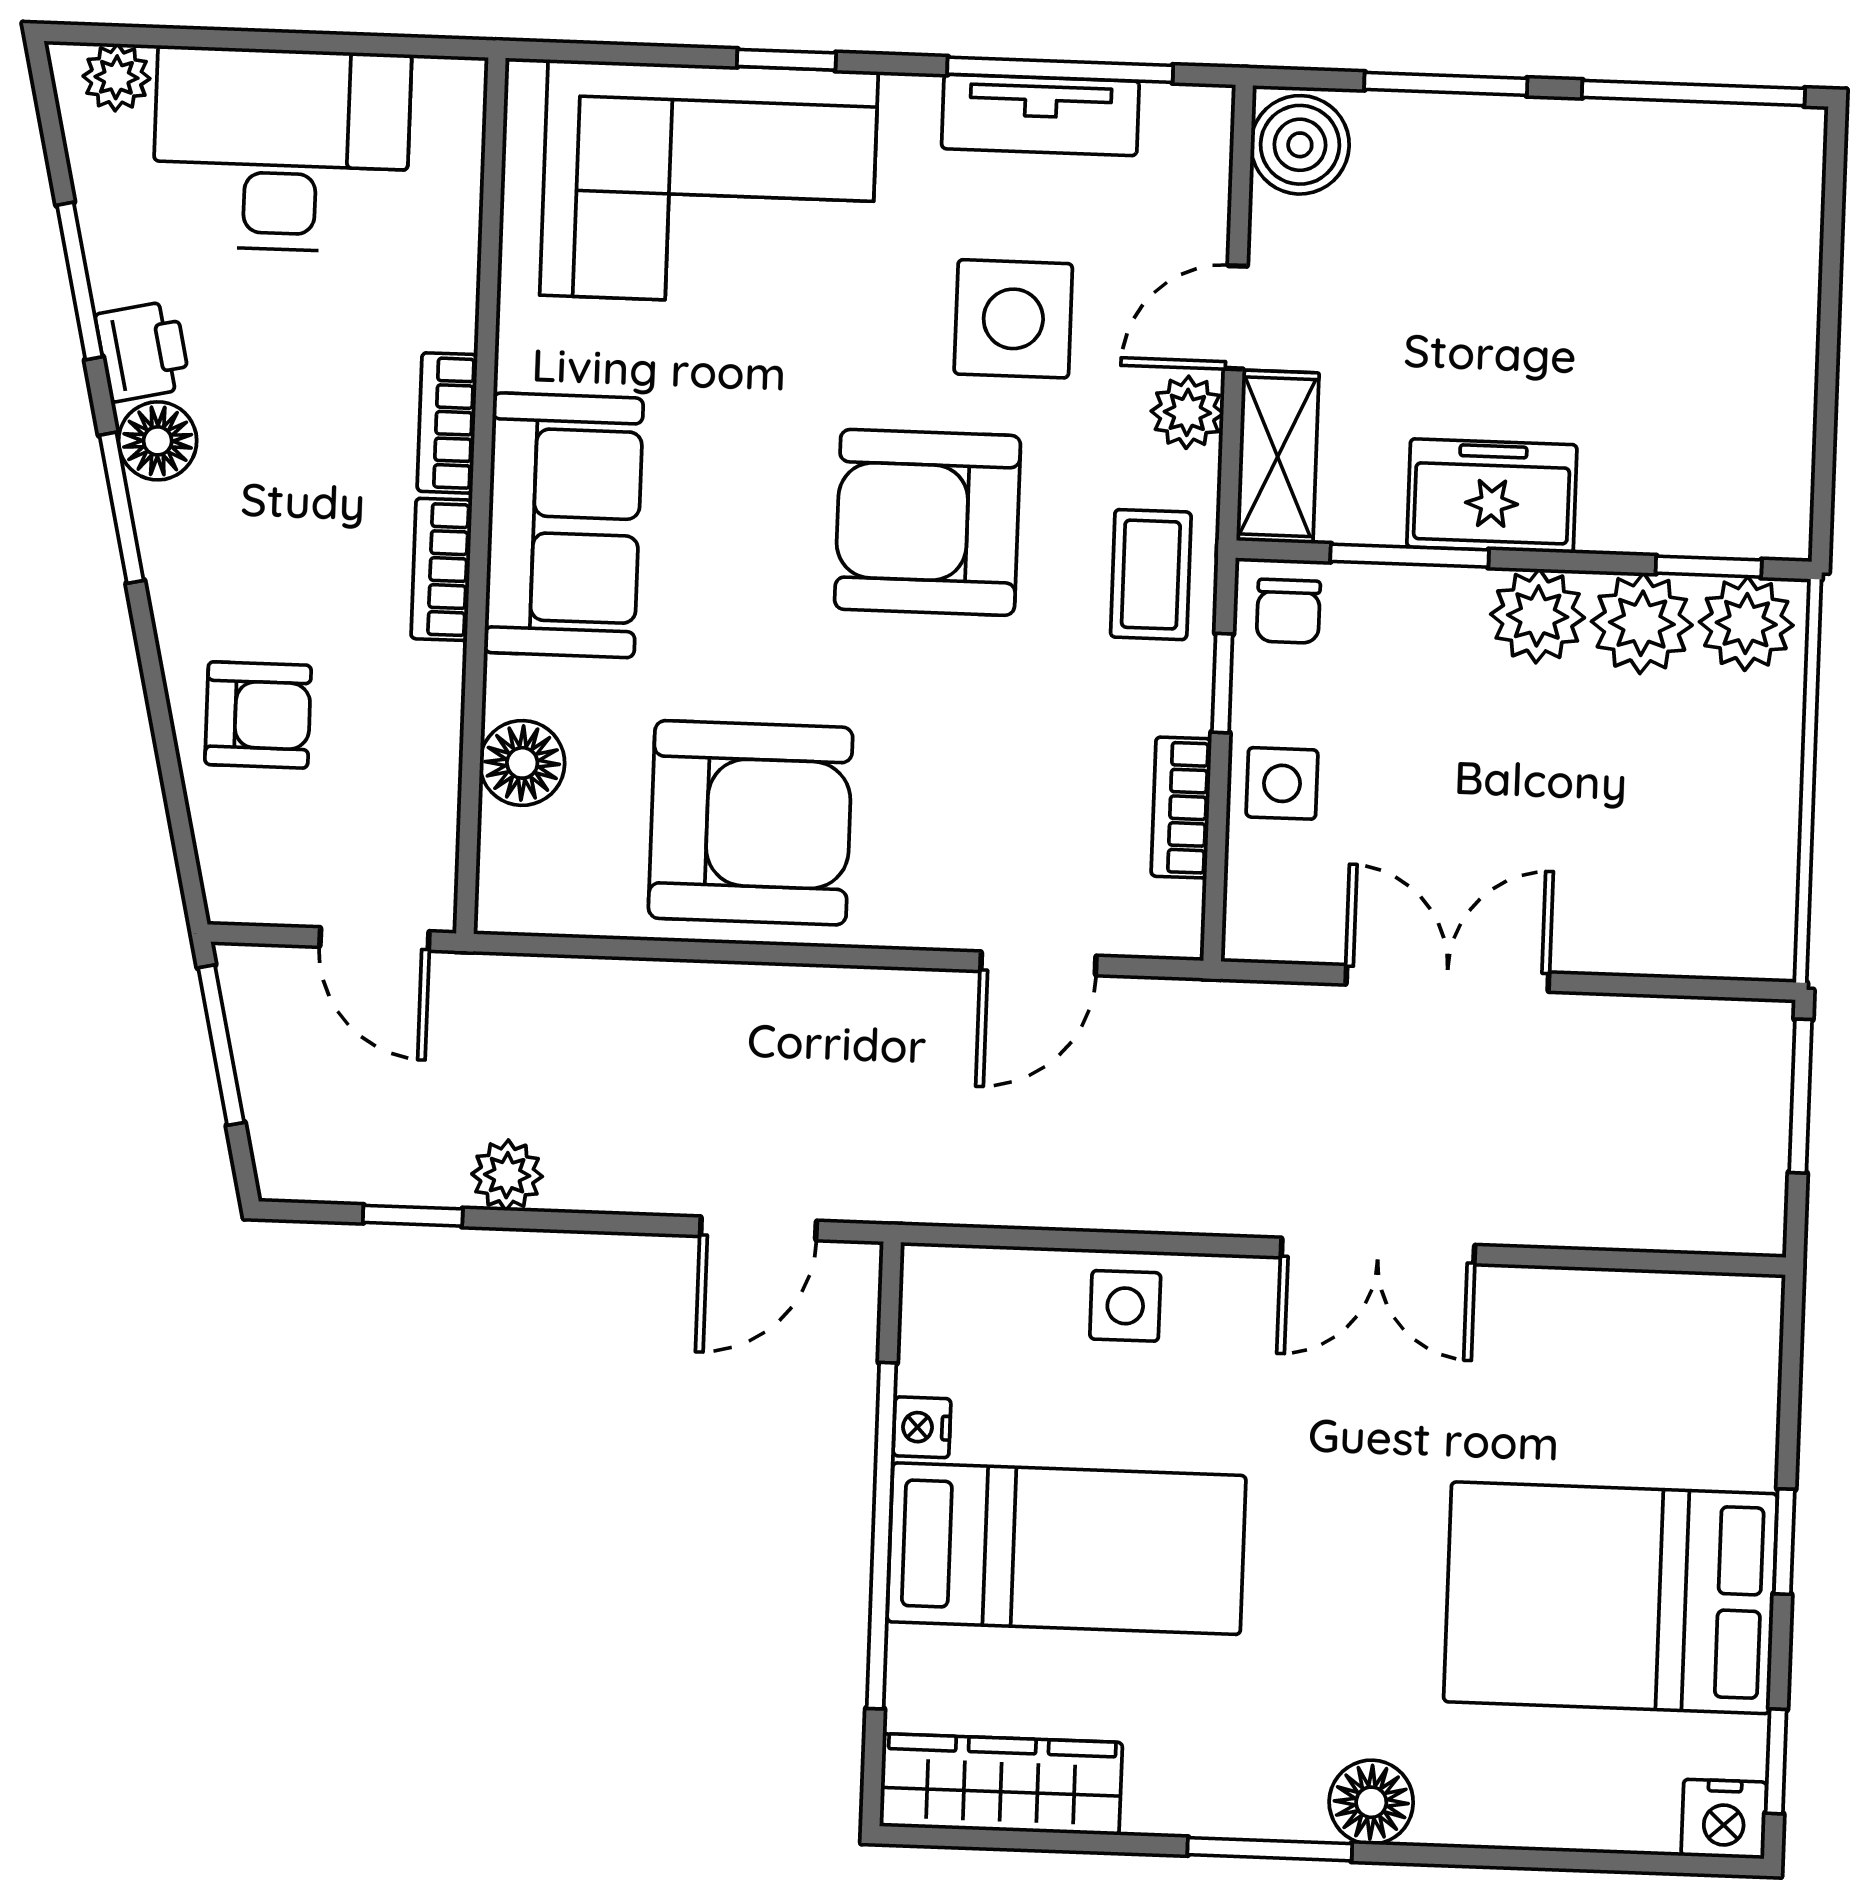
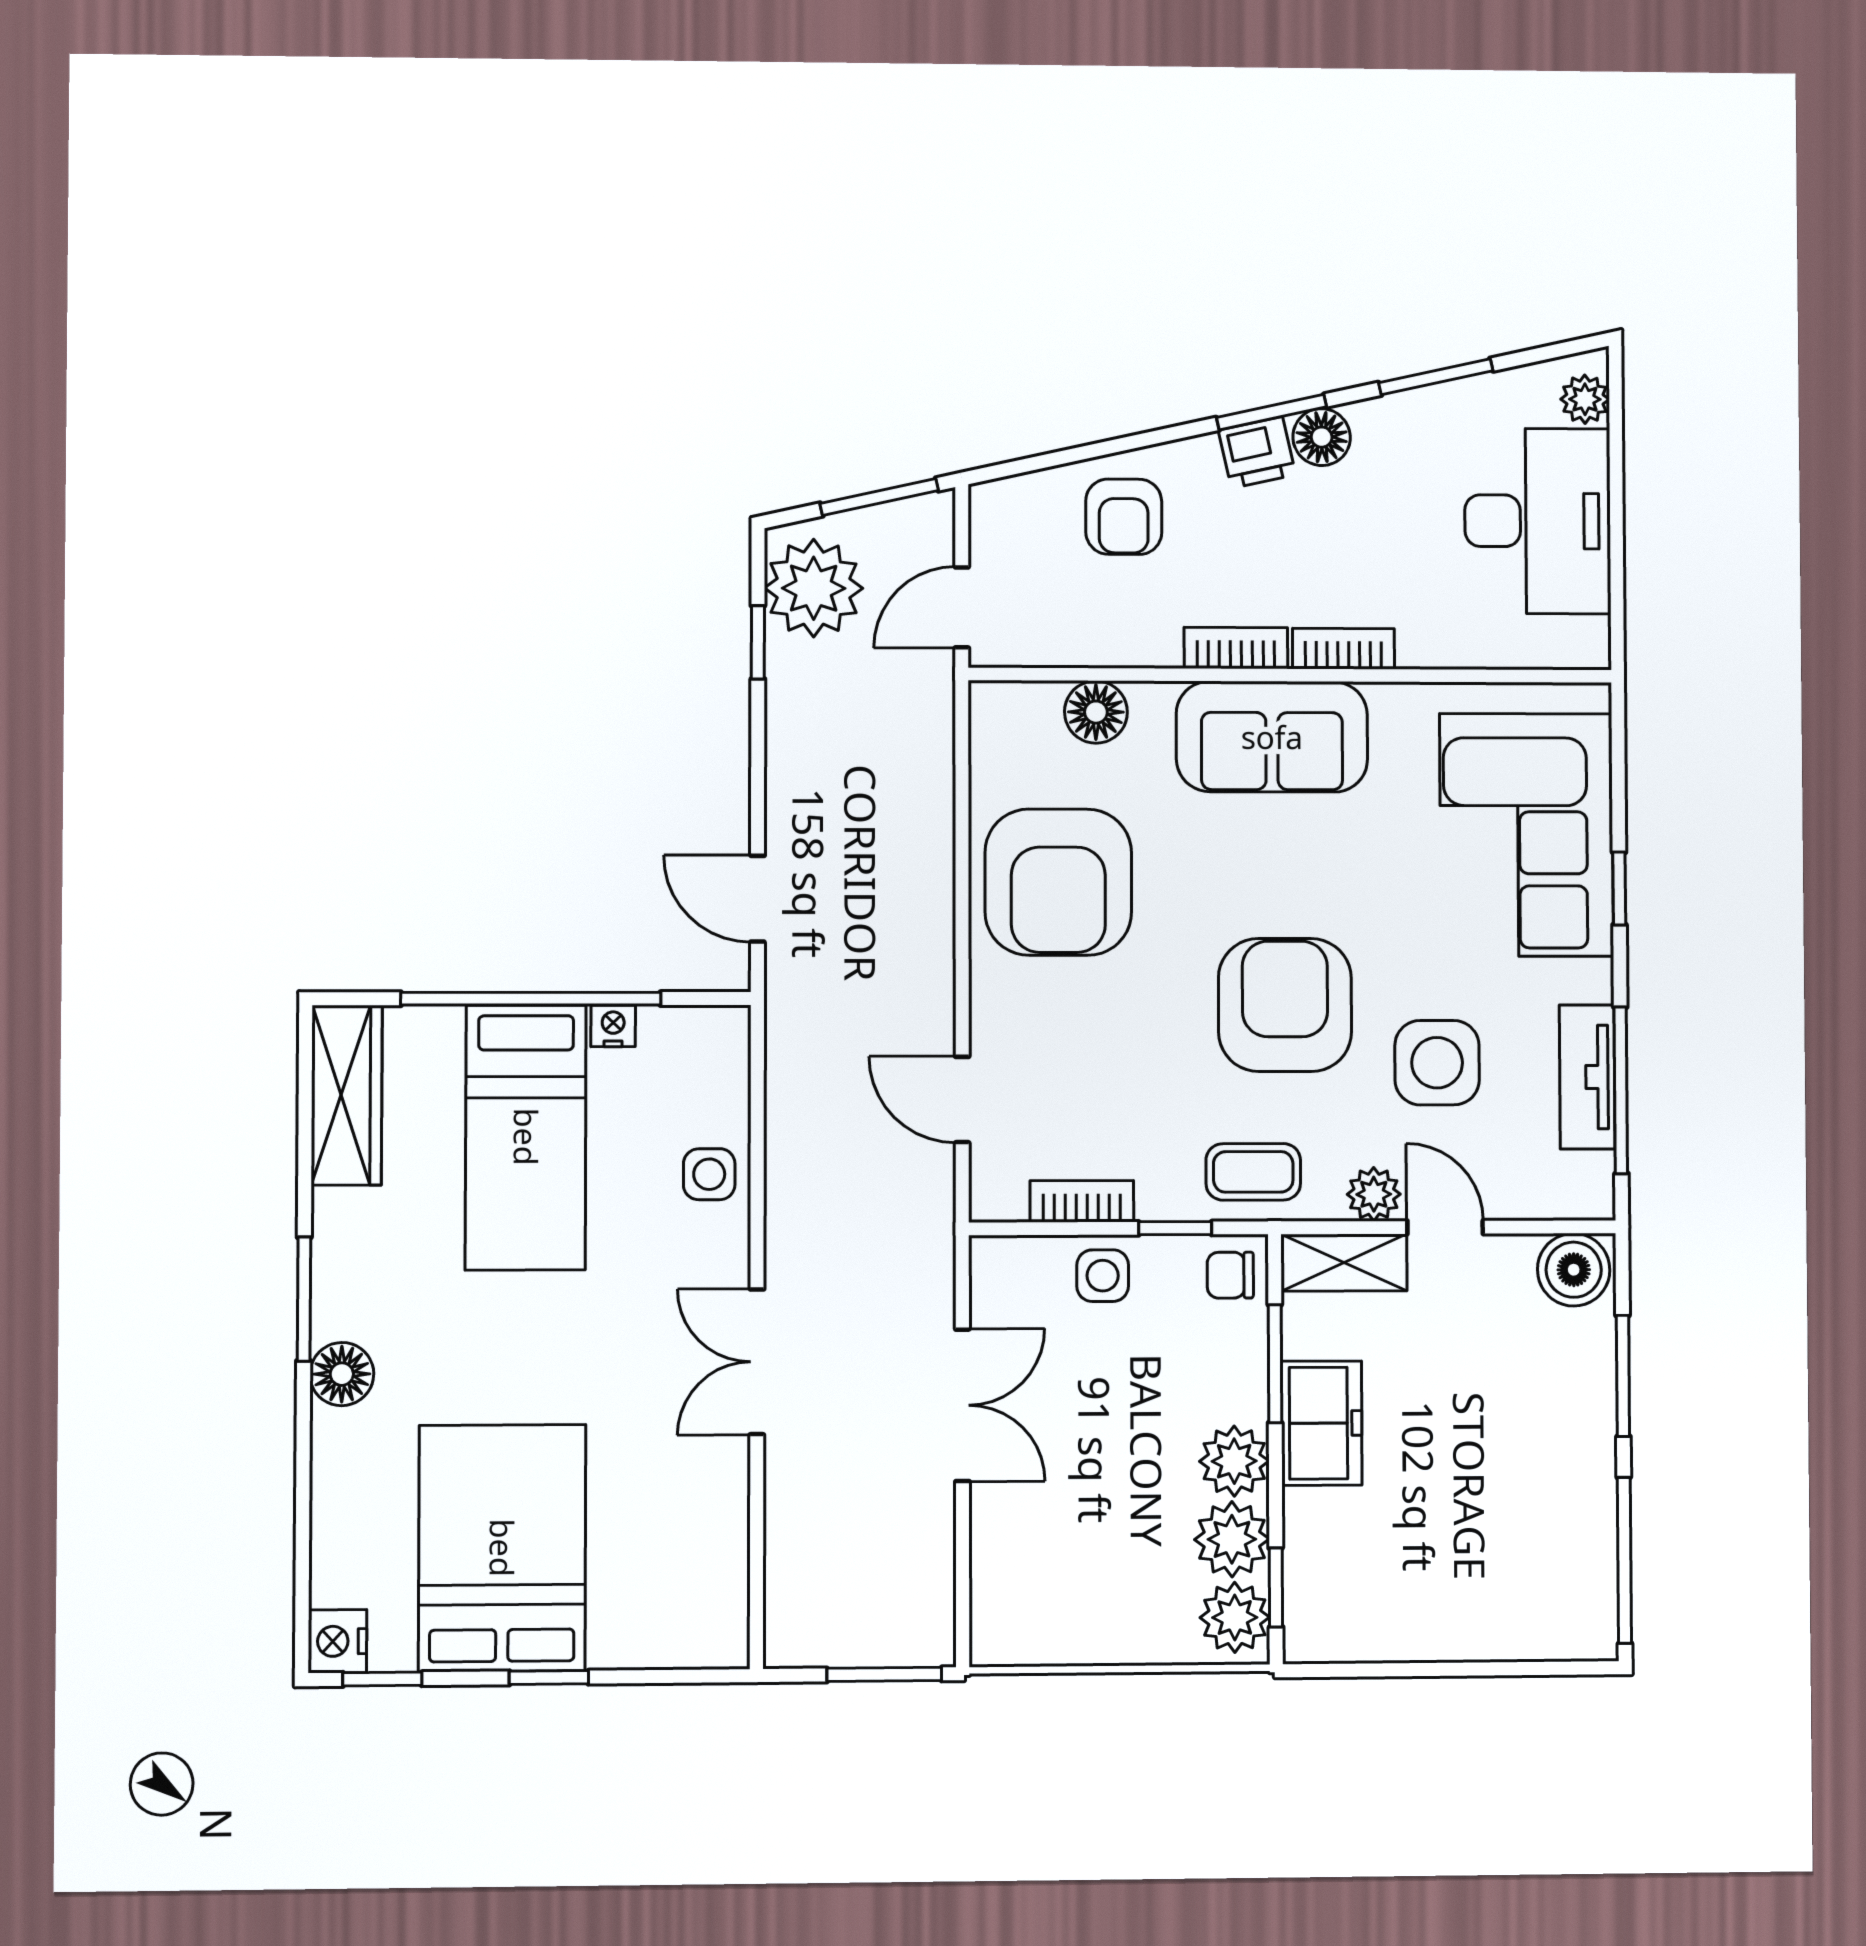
printer: (143, 351) -> (1257, 452), moved
plant: (507, 1175) -> (814, 588), moved, width x1.88, depth x1.88

